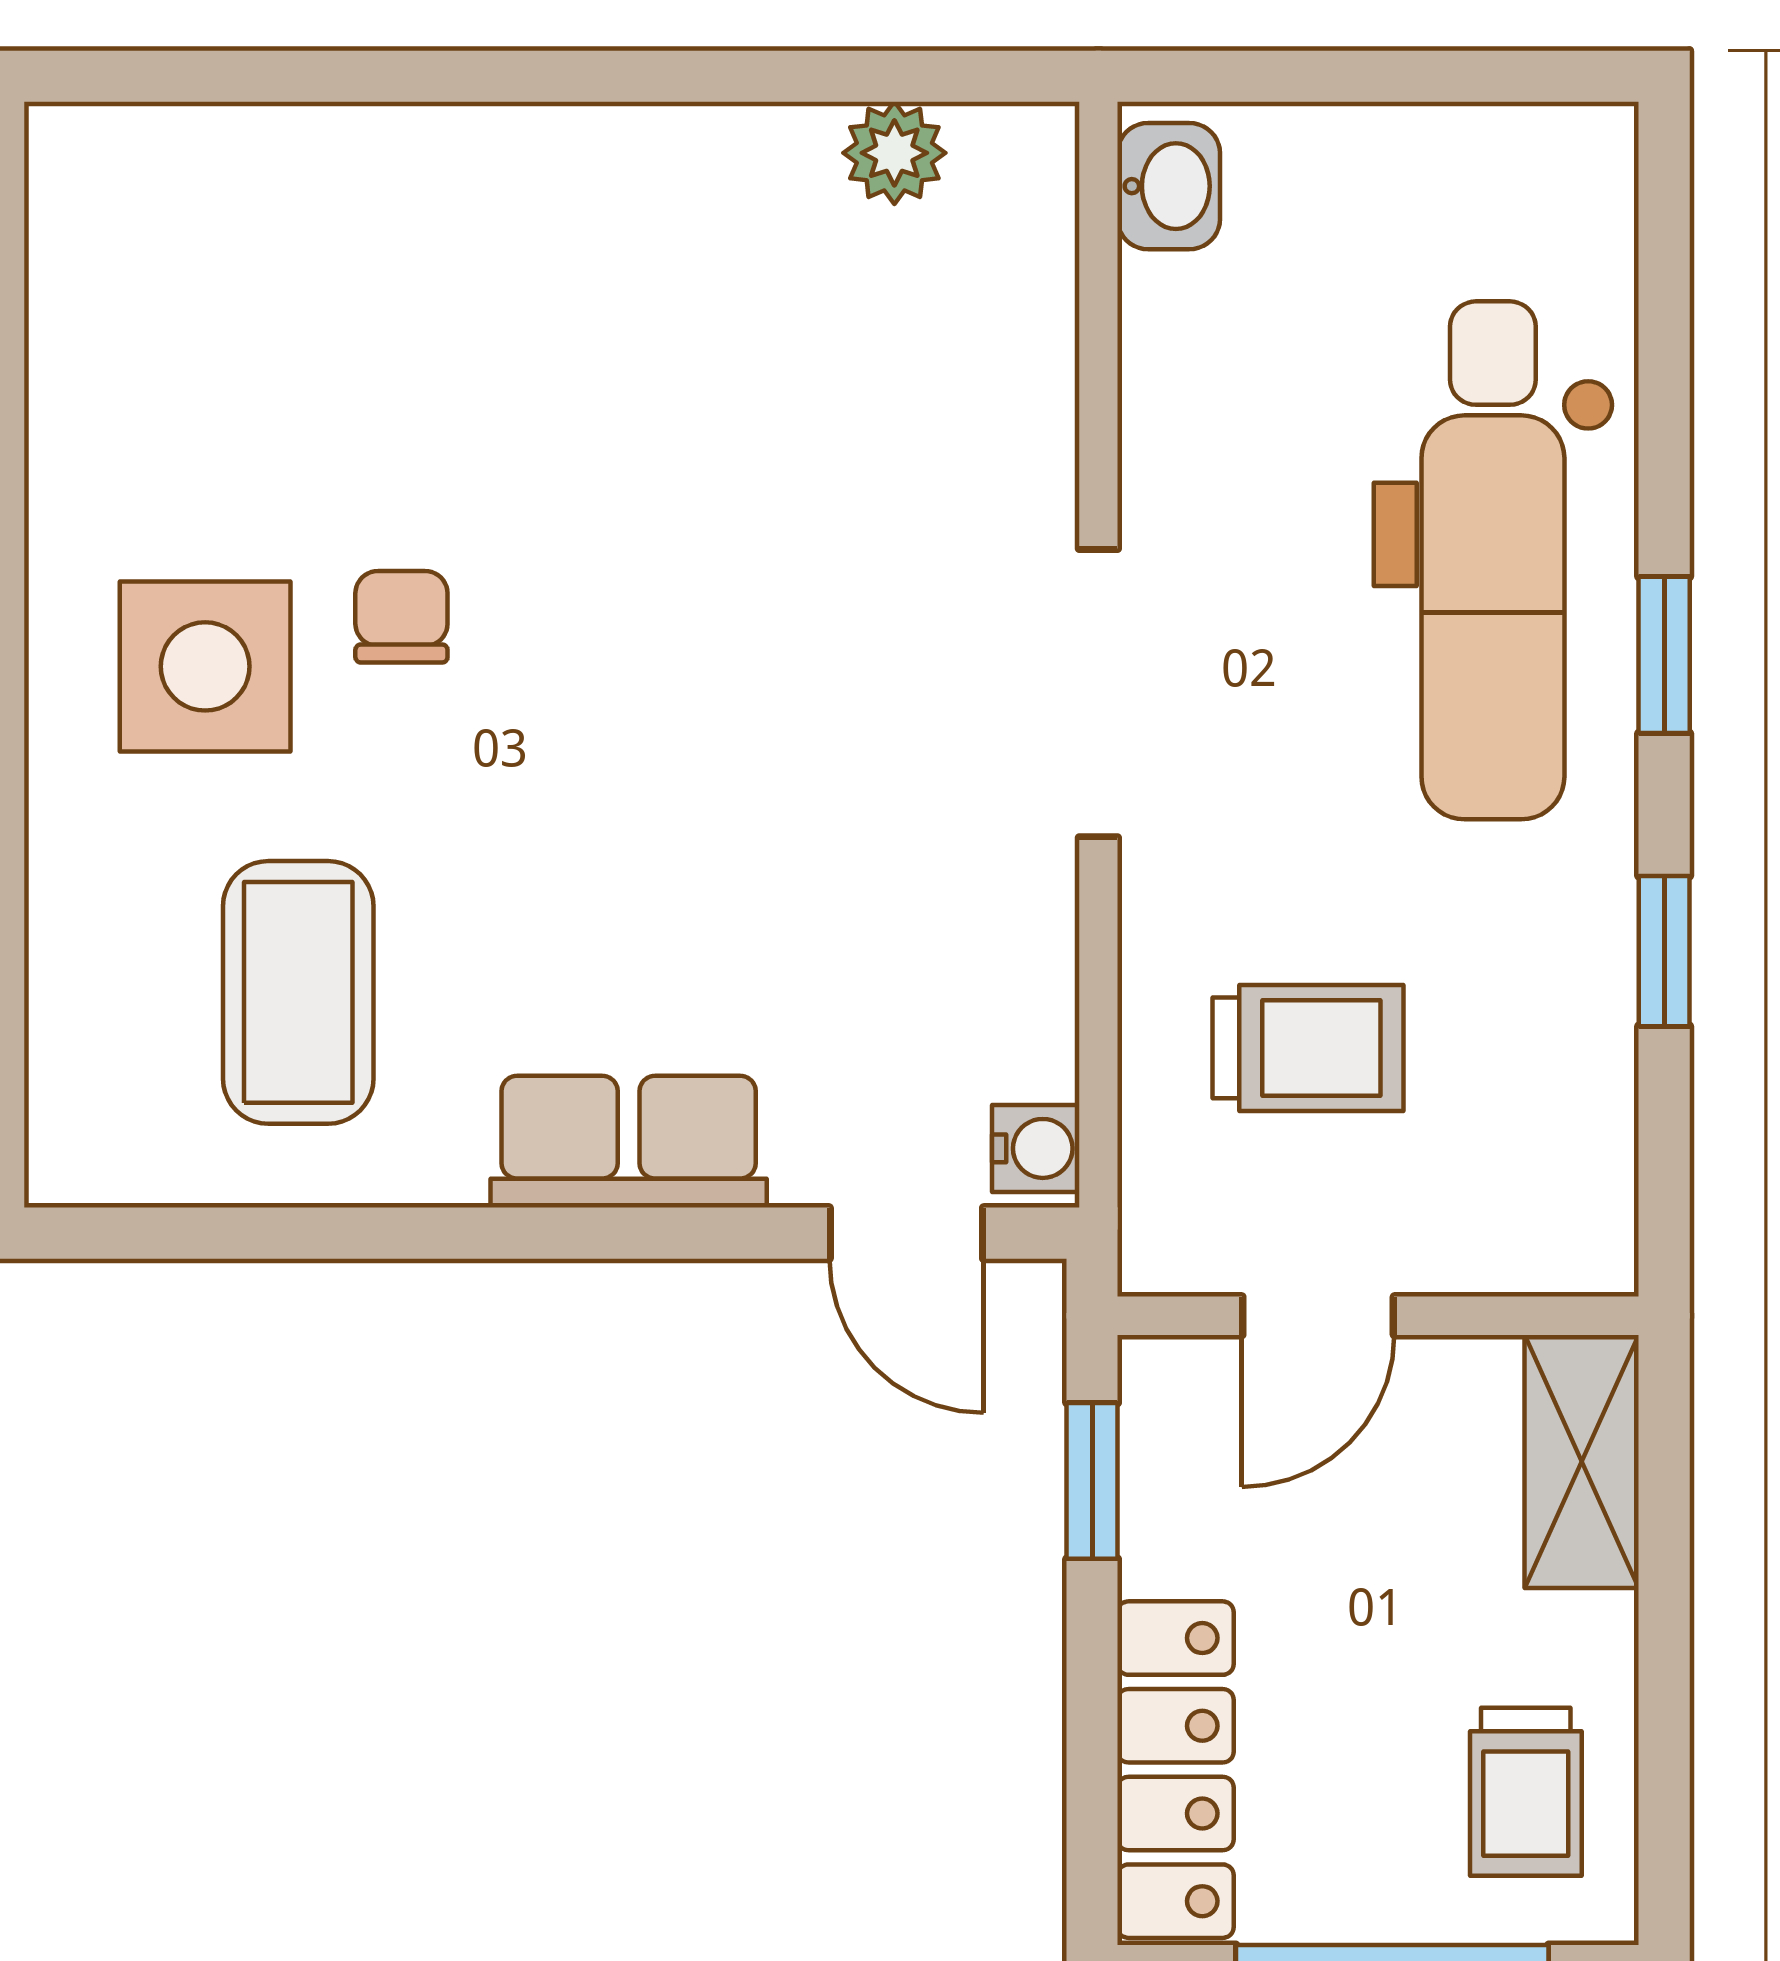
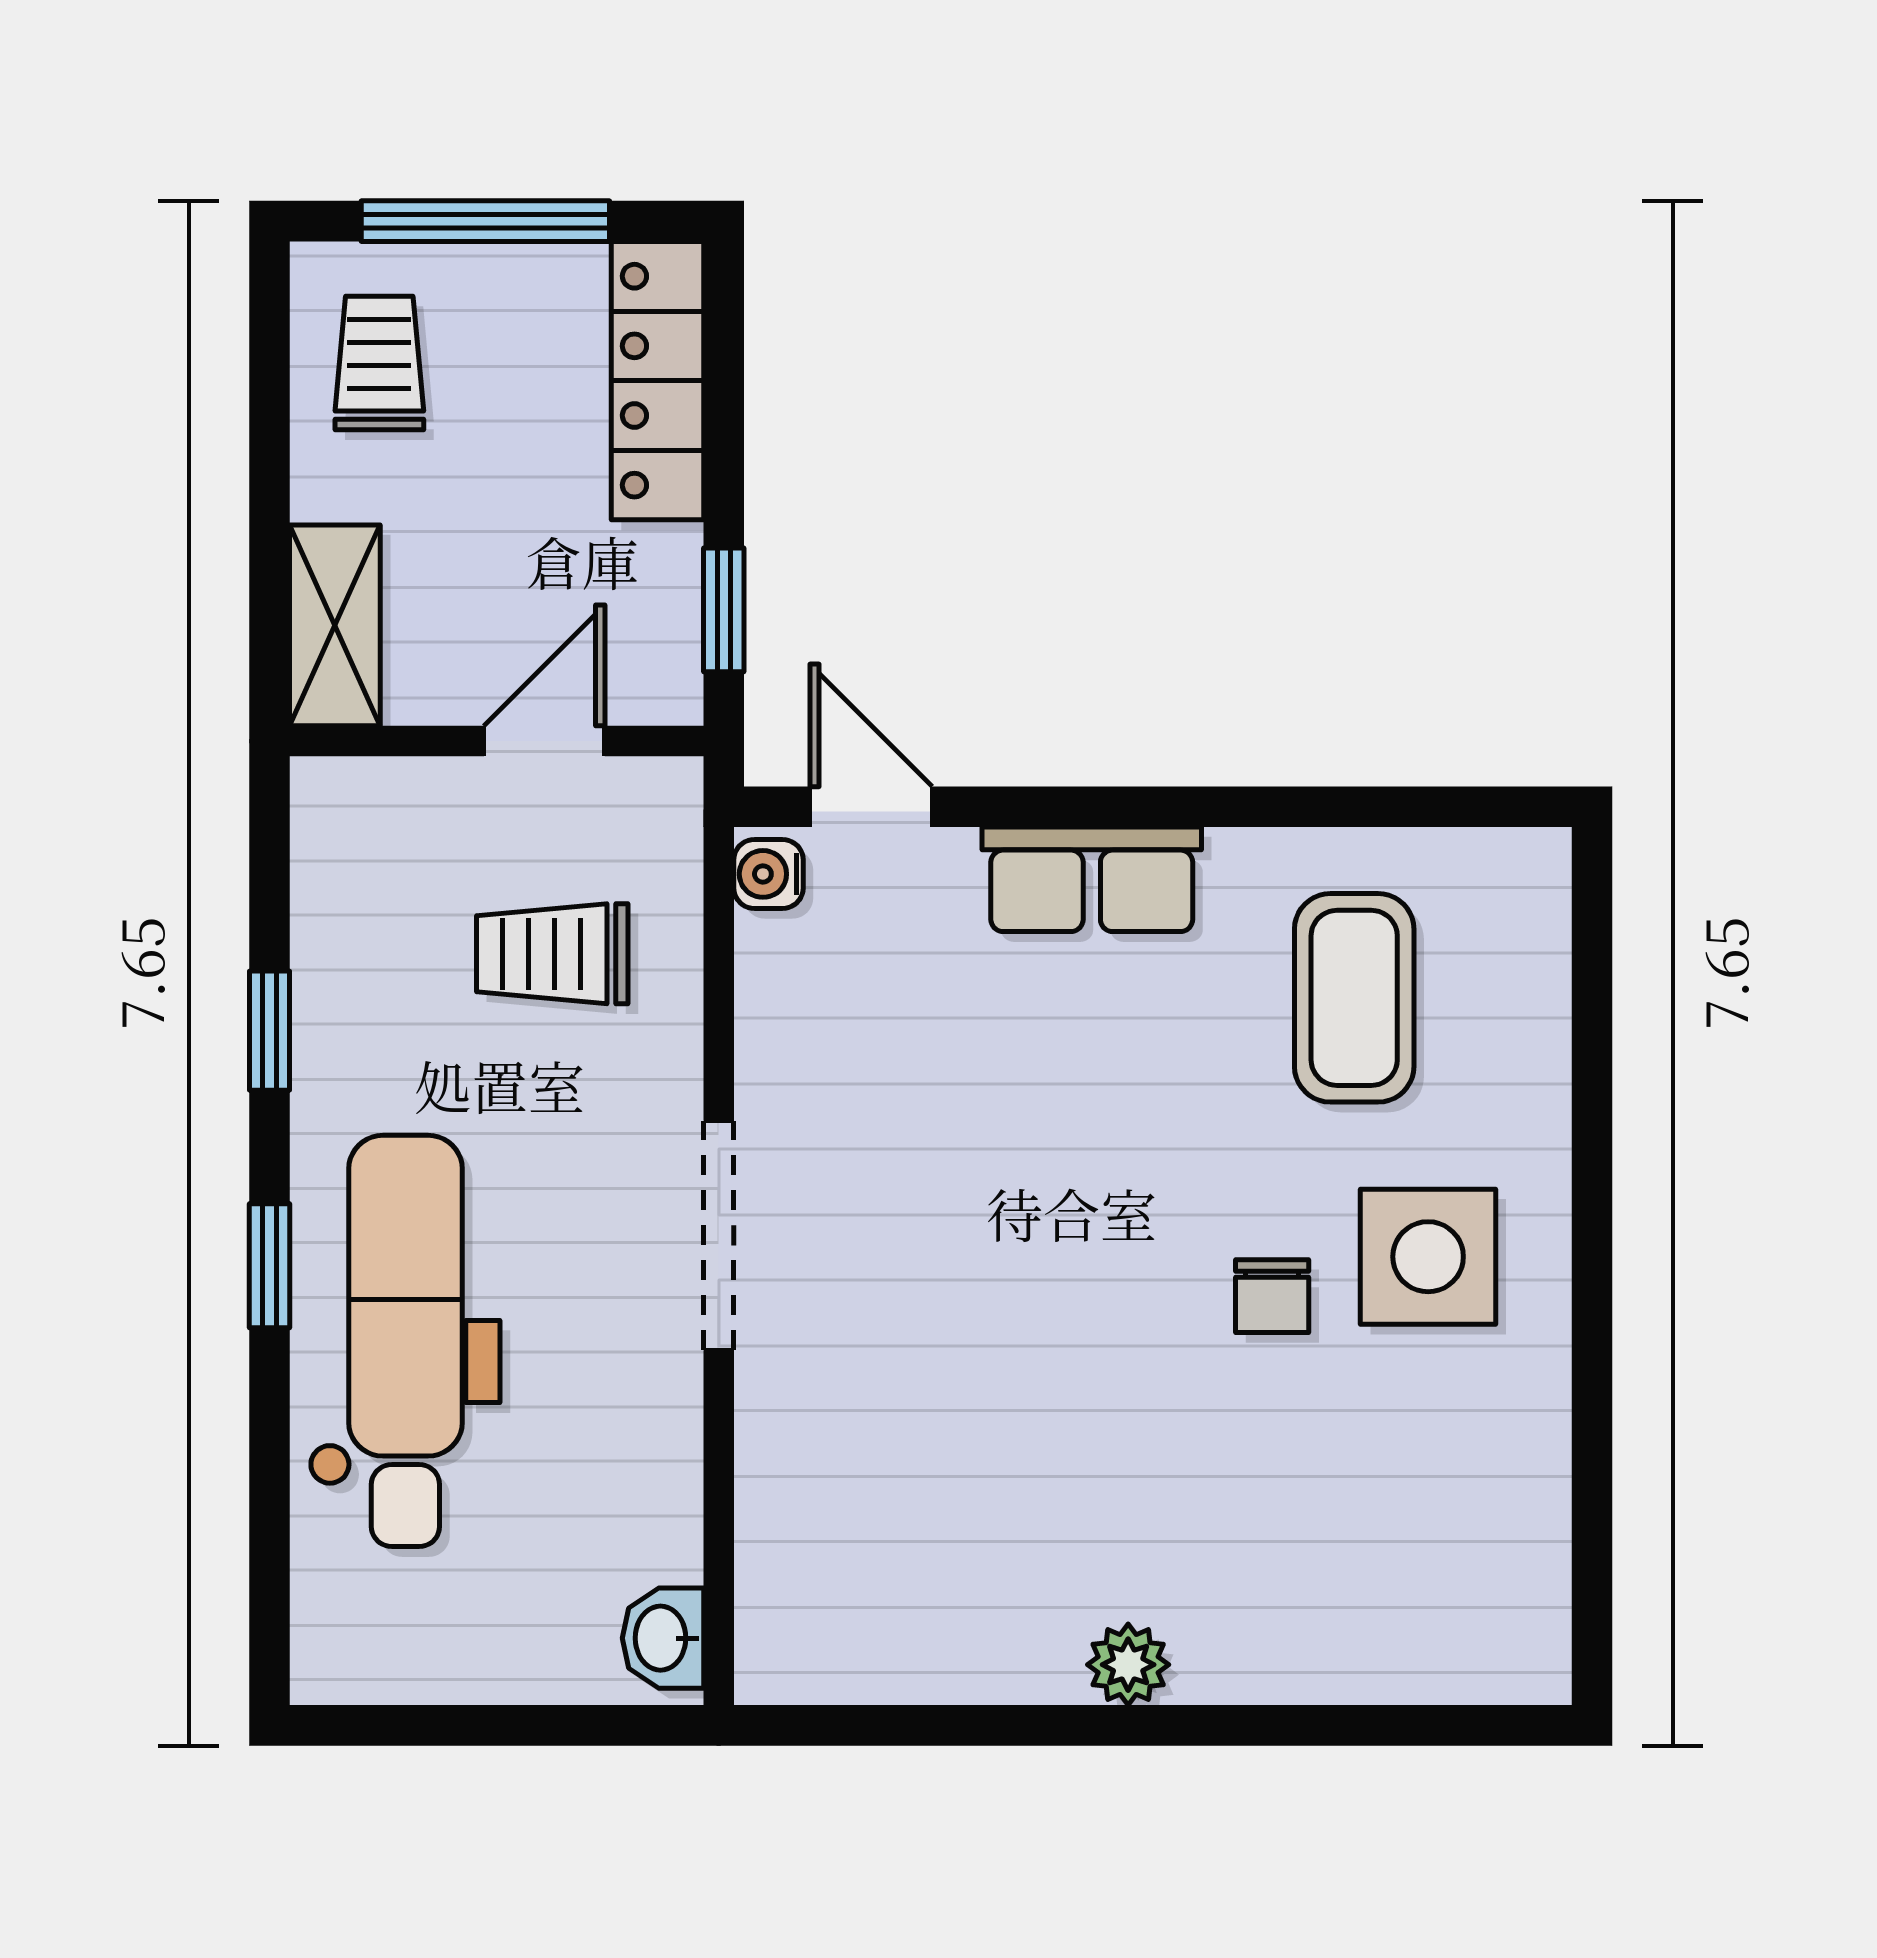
plant: (894, 153) -> (1128, 1665), moved

